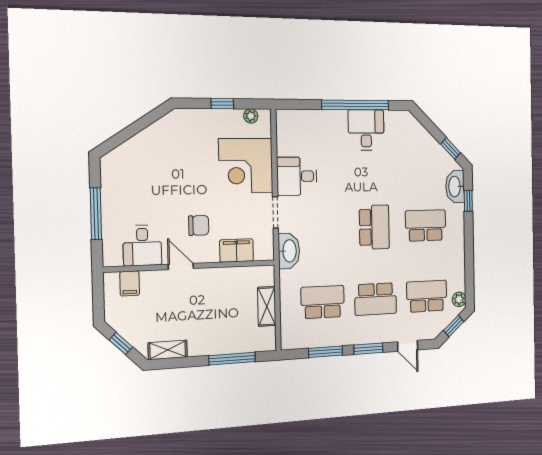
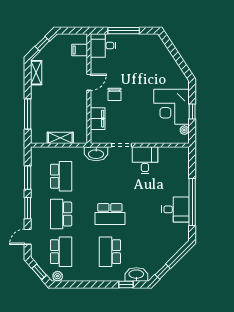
corner desk: (246, 166) -> (171, 107), moved, turned -90
school desk: (426, 225) -> (110, 252), turned 180
desk: (142, 245) -> (103, 46), moved

